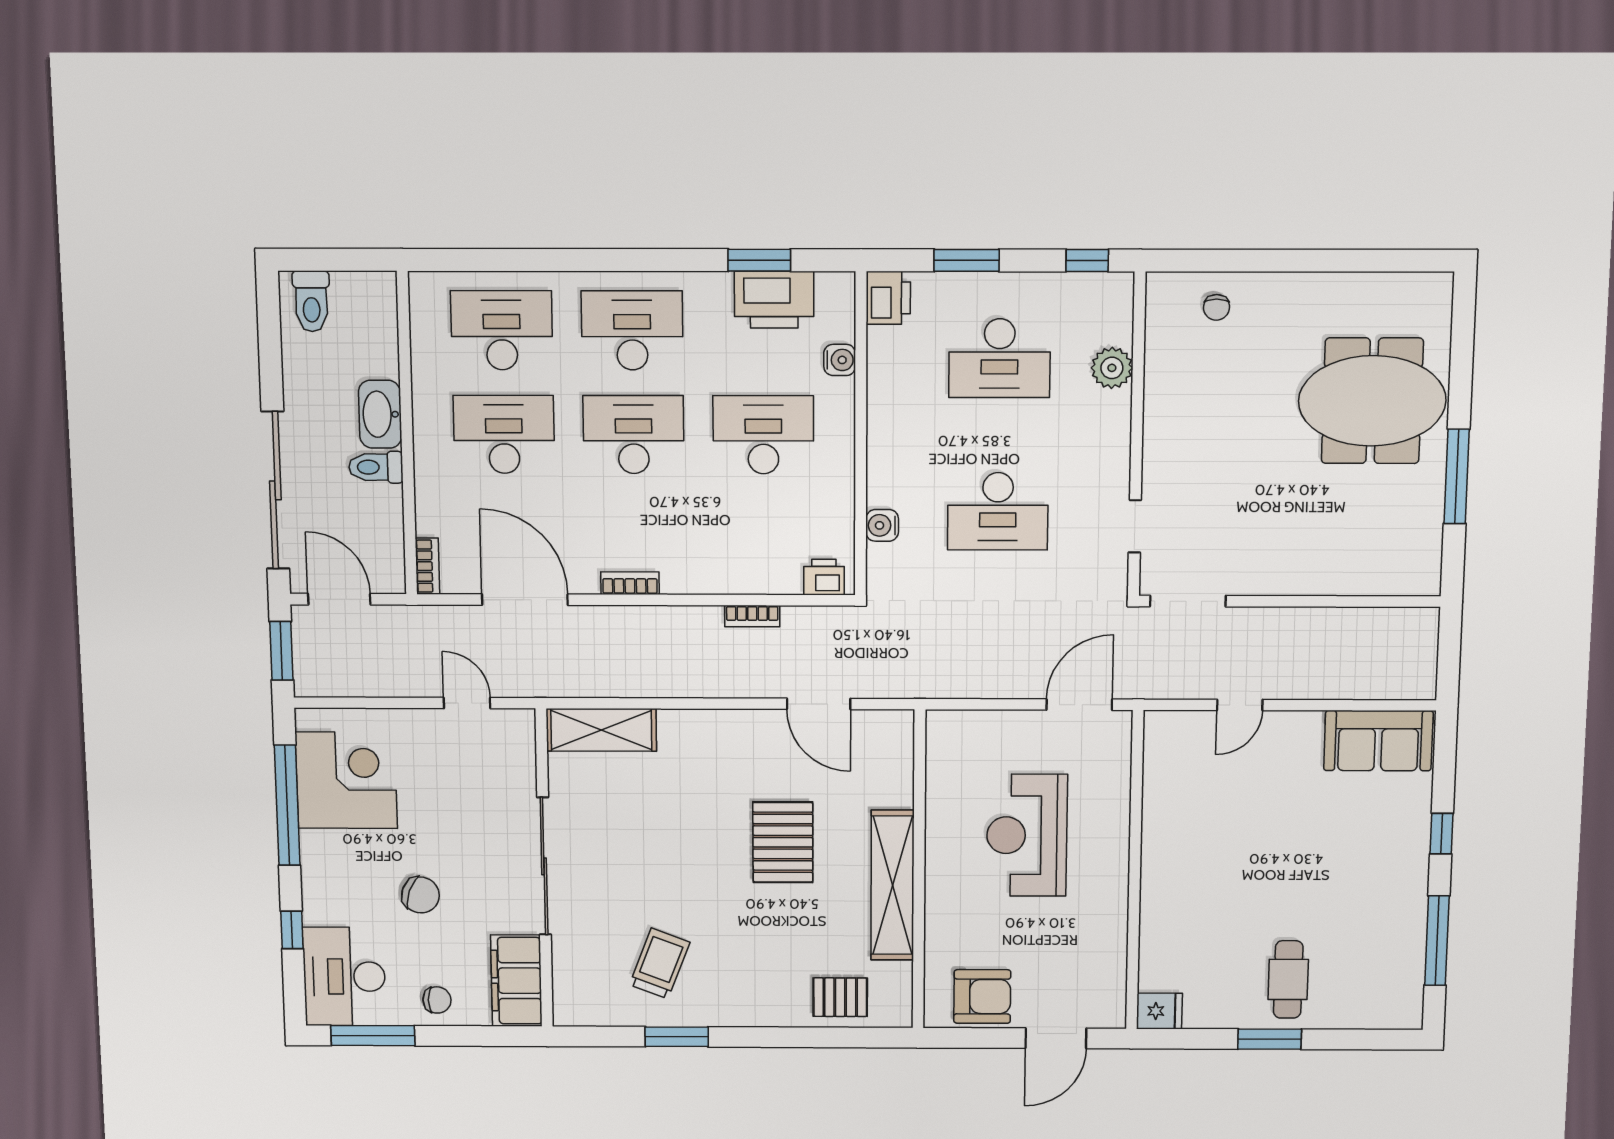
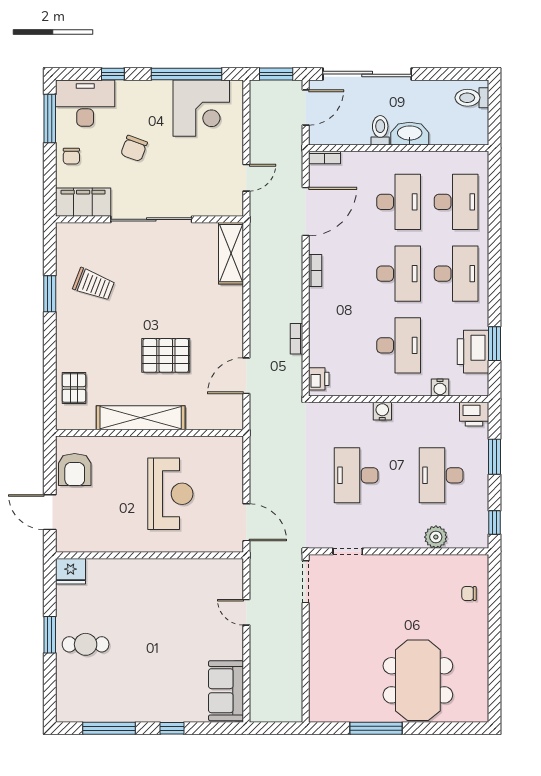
water cooler: (882, 525) -> (382, 411), moved
reception desk: (1027, 835) -> (170, 494), turned 90
fridge: (1159, 1011) -> (71, 571), width x1.38

